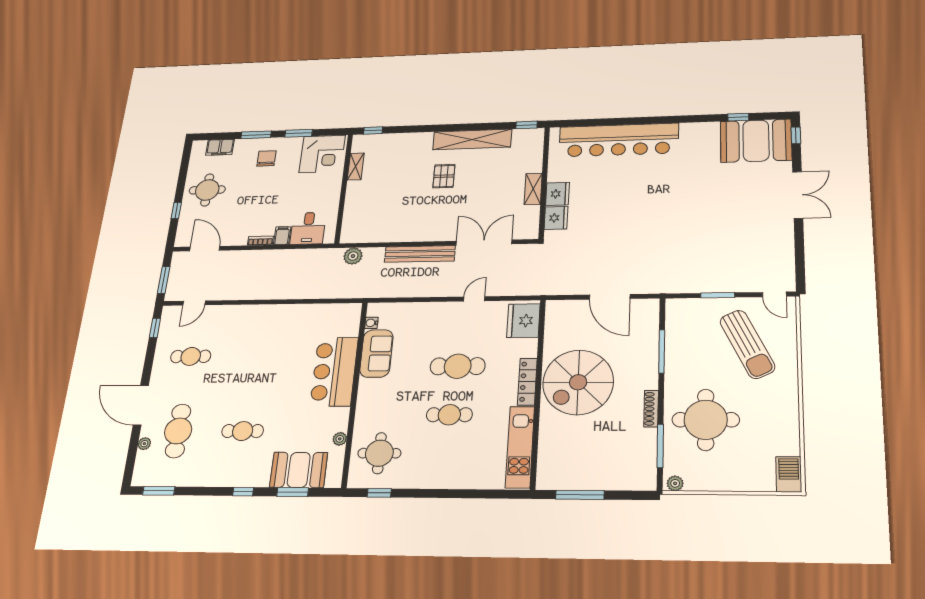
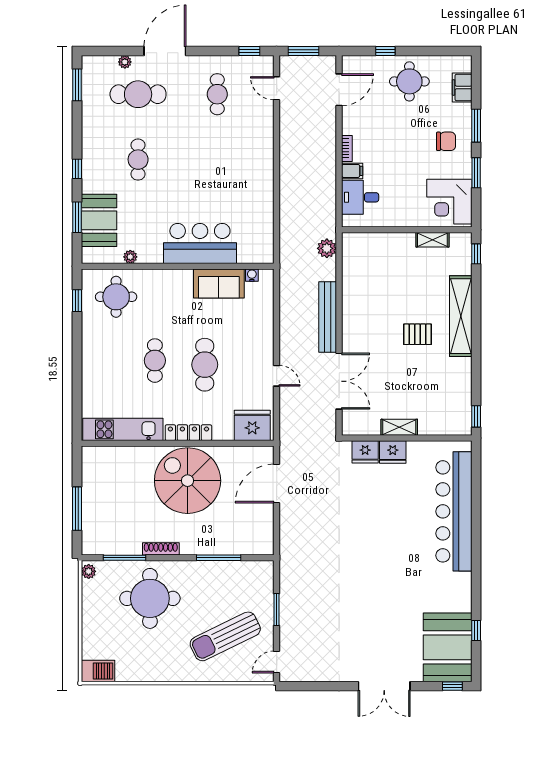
shelving: (472, 139) -> (461, 316), moved
door: (610, 297) -> (277, 484), moved
window: (580, 495) -> (77, 509), moved

